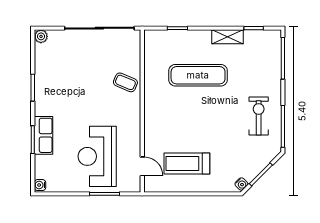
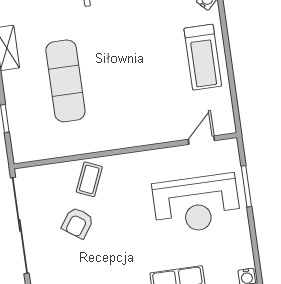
armchair: (96, 70) -> (78, 223), added
treadmill: (187, 164) -> (203, 57), moved

